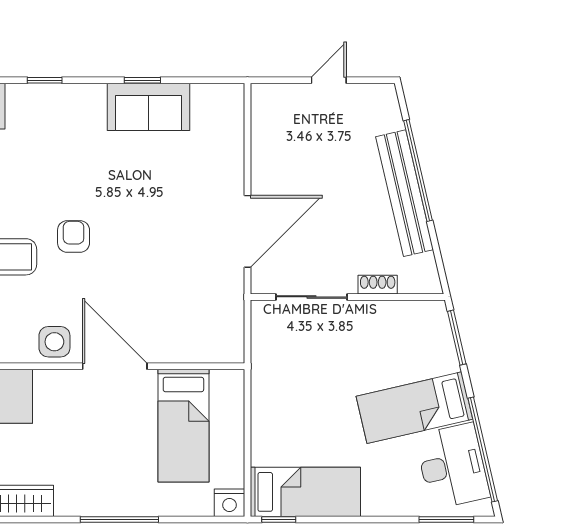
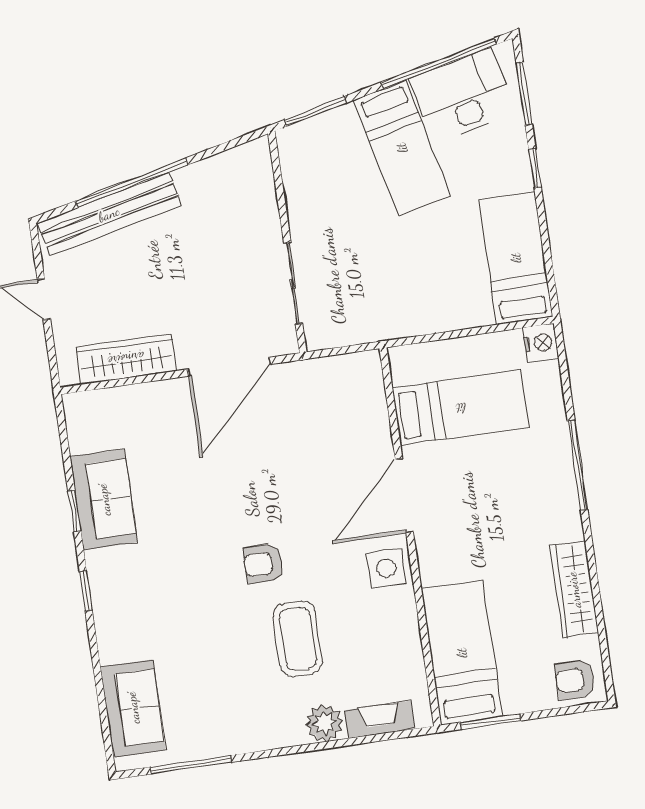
window: (45, 80) -> (86, 591), moved
wardrobe: (267, 144) -> (126, 359), added
bench: (405, 193) -> (109, 214), moved
door: (247, 231) -> (229, 367), swing flipped
shoe rack: (378, 285) -> (268, 210), removed
window: (279, 520) -> (535, 168), moved

